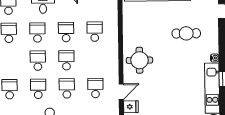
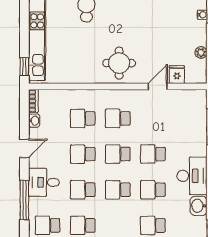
school desk: (95, 88) -> (118, 118), moved
door: (121, 92) -> (158, 86), hinge flipped

